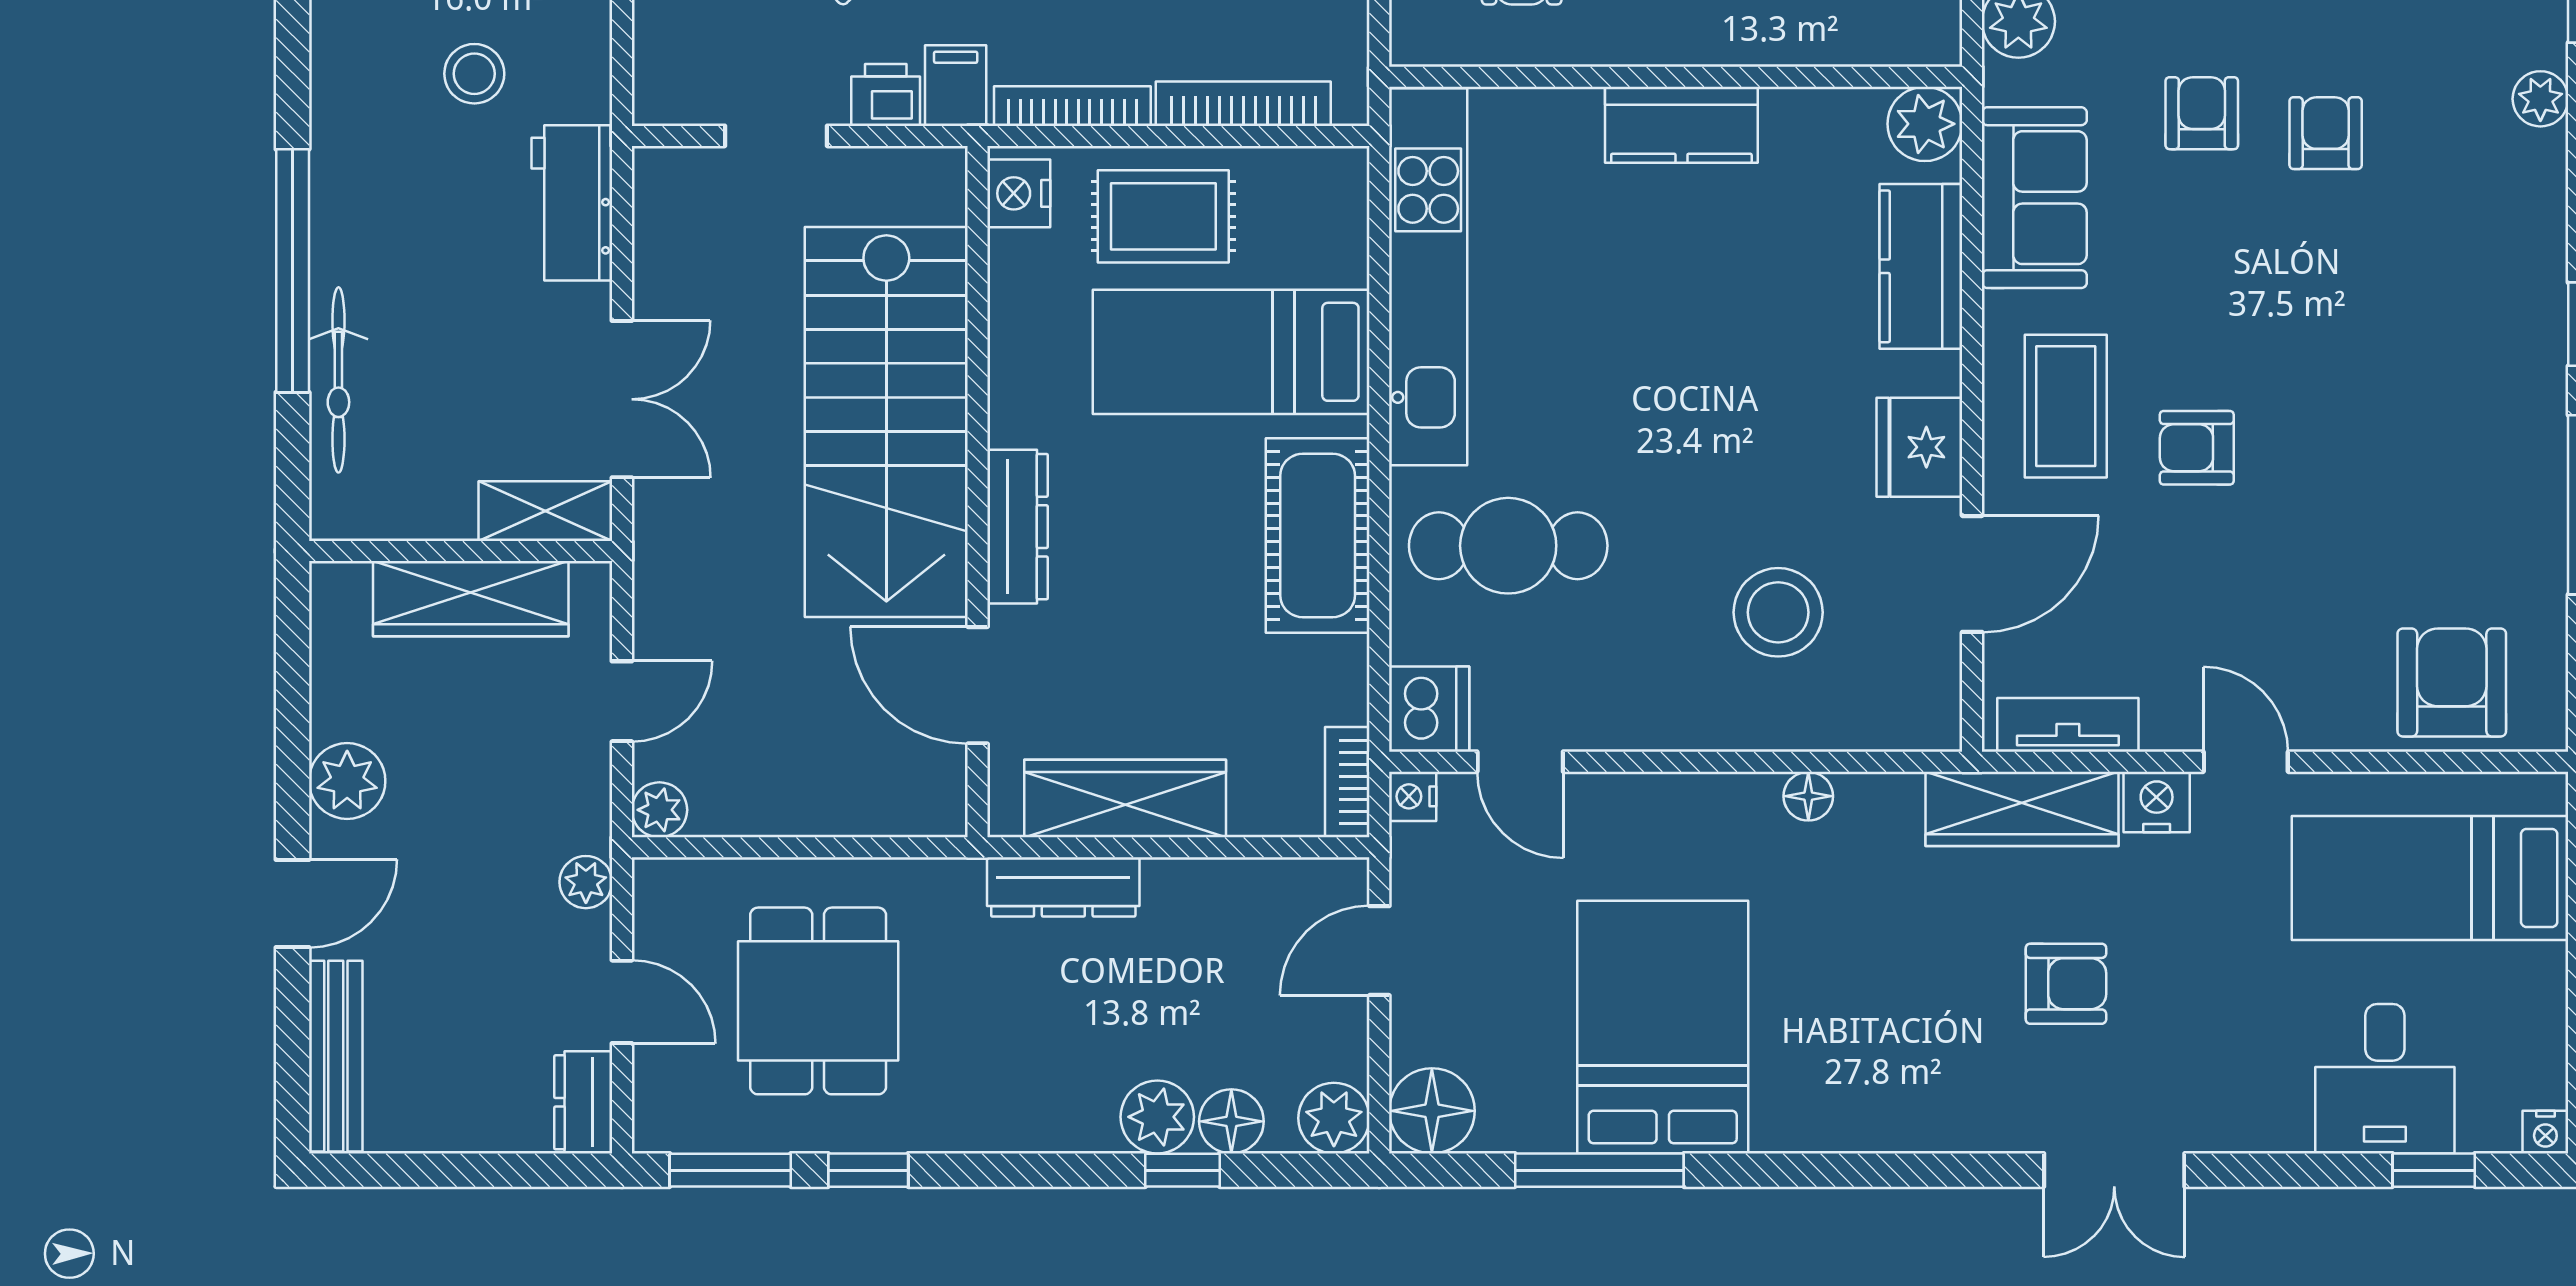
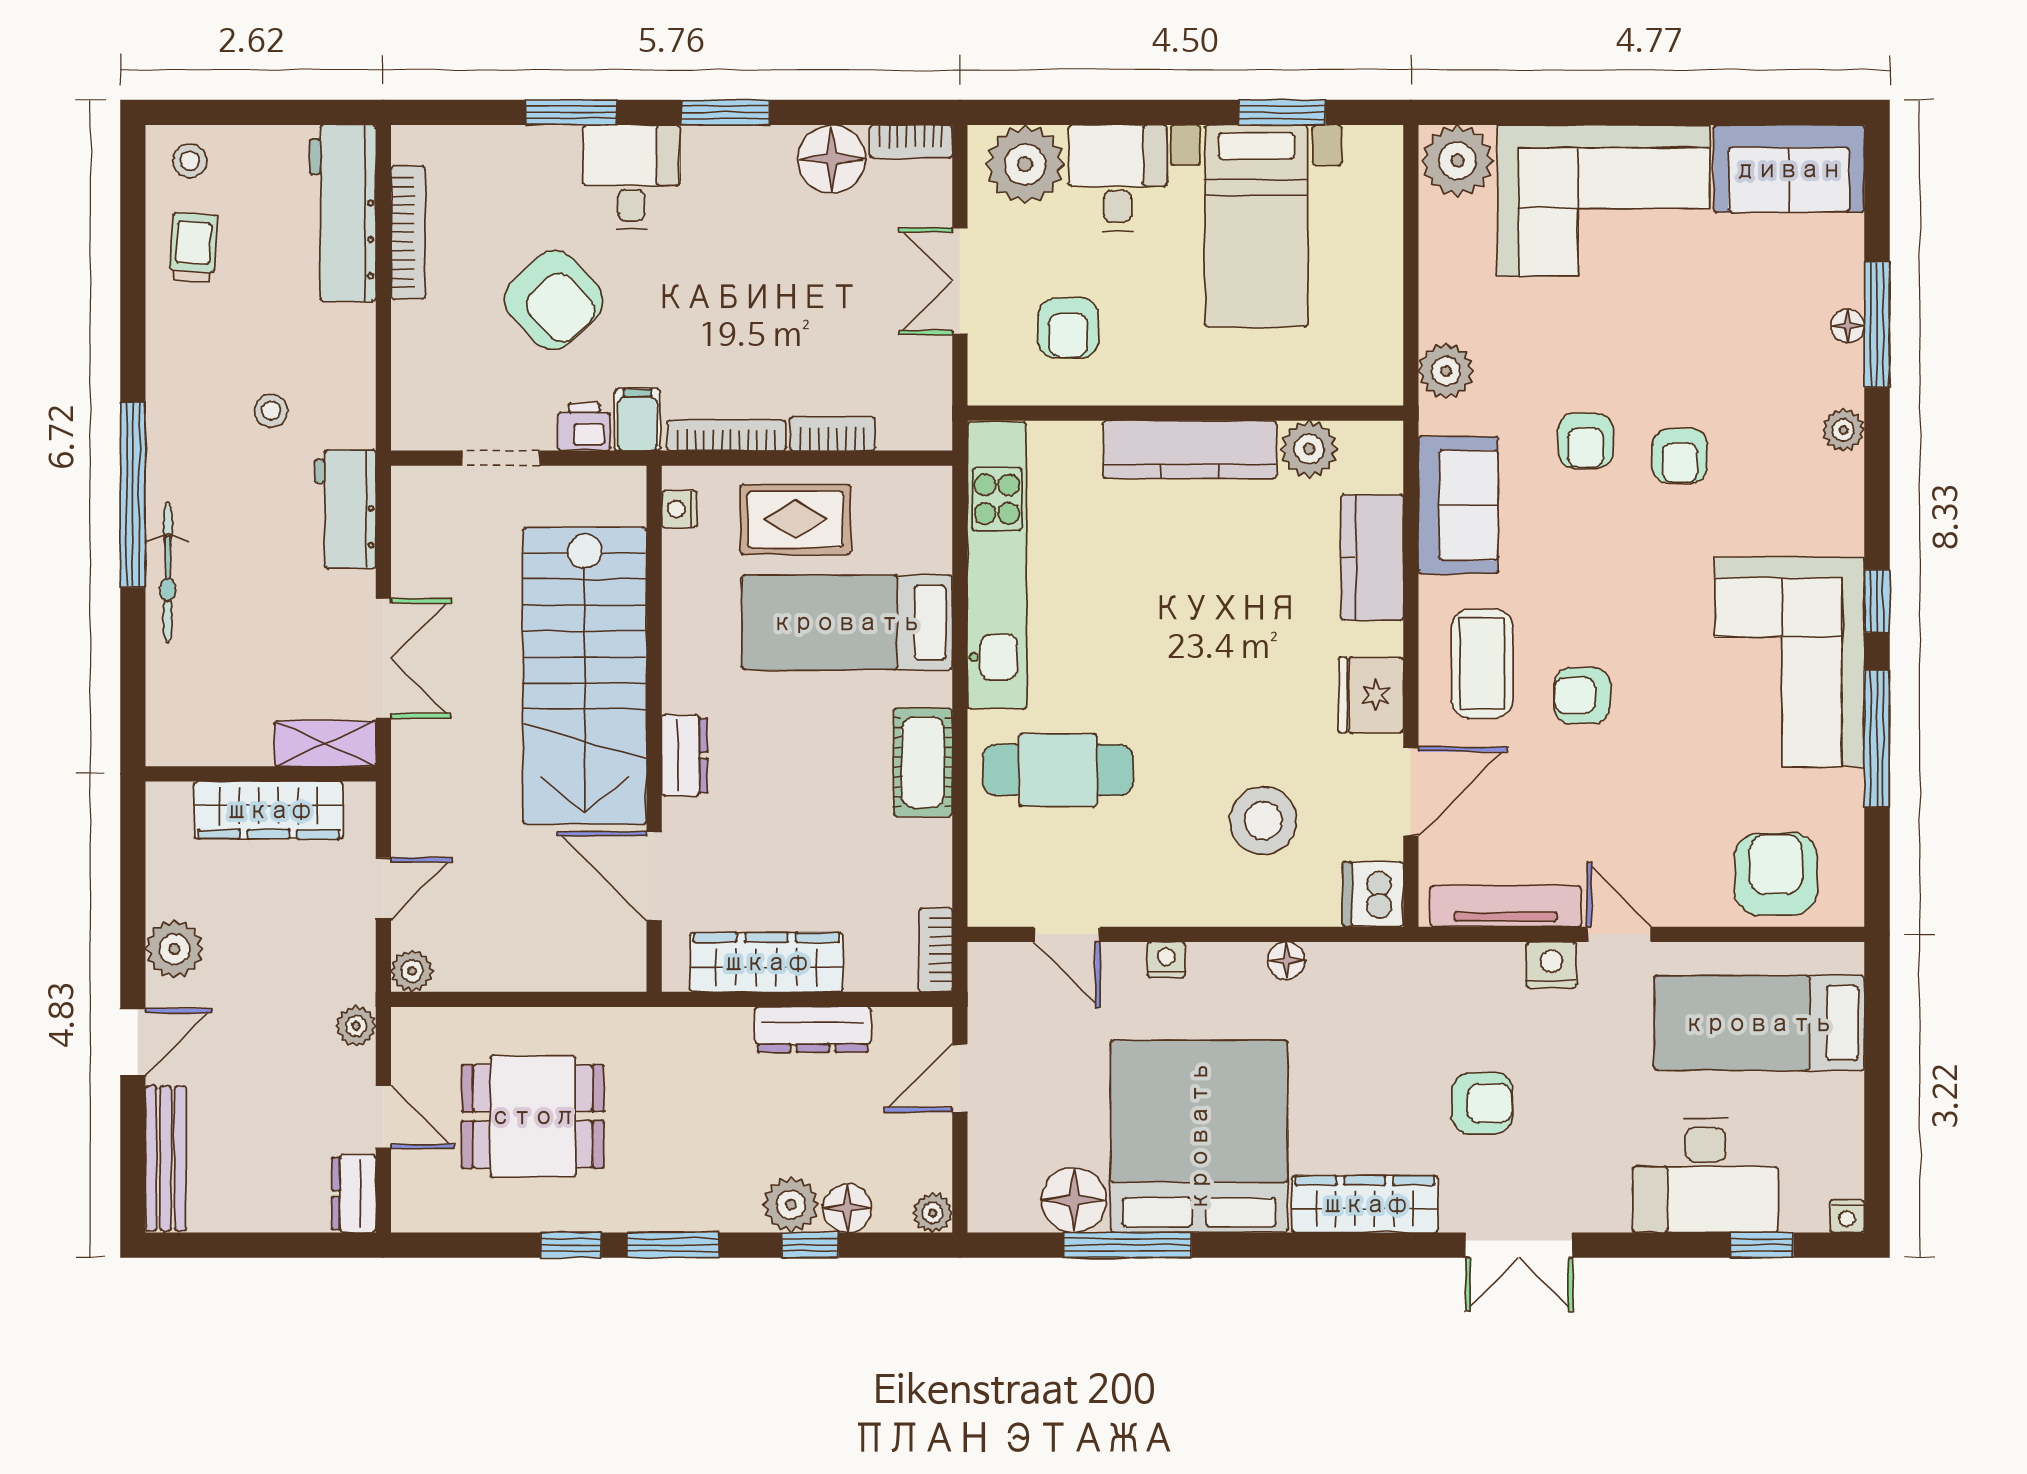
stool: (474, 74) -> (271, 411), width x0.73, depth x0.73
bookcase: (1243, 104) -> (832, 434), width x0.64
armchair: (2202, 113) -> (1586, 441), turned 180
plant: (1925, 124) -> (1309, 449), moved
kitchen counter: (1681, 125) -> (1190, 450), width x1.50
armchair: (2326, 133) -> (1680, 456), turned 180
nightstand: (1019, 193) -> (679, 509), width x0.72, depth x0.74
window: (293, 271) -> (133, 495), moved
bicycle: (338, 380) -> (168, 573), moved
corner sofa: (2470, 404) -> (1790, 662), added
dresser: (1018, 527) -> (685, 755), width x0.70
cot: (1318, 535) -> (923, 762), width x0.73, depth x0.75
dishwasher: (1429, 709) -> (1373, 894), moved, turned 180
tv unit: (2068, 725) -> (1506, 906), width x1.41
nightstand: (1413, 796) -> (1166, 960), moved, turned 90
wardrobe: (2022, 809) -> (1365, 1204), moved, turned 180
dresser: (1063, 887) -> (813, 1030), moved
dining table: (818, 1001) -> (533, 1116), turned 90
bed: (1663, 1027) -> (1199, 1136), width x1.36
desk: (2385, 1079) -> (1705, 1176), width x1.37
floor lamp: (1432, 1111) -> (1074, 1200), moved
plant: (1334, 1118) -> (933, 1213), width x0.73, depth x0.73
window: (730, 1170) -> (673, 1245), moved

